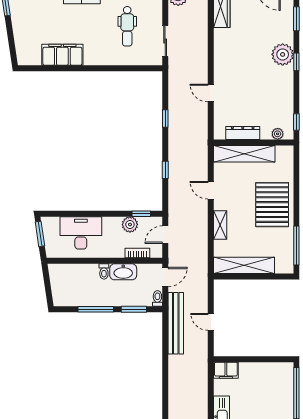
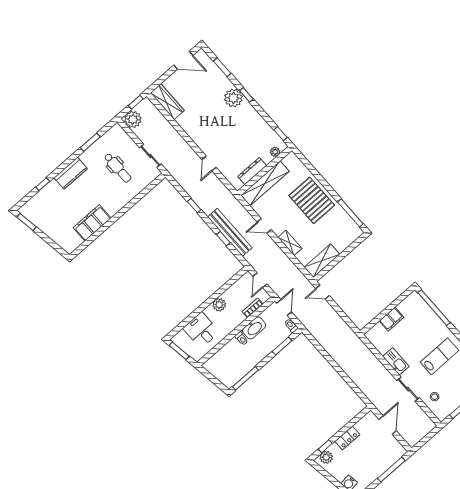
door: (211, 93) -> (209, 163), hinge flipped
window: (141, 214) -> (233, 280), removed
plant: (130, 224) -> (219, 305), moved
desk: (81, 233) -> (201, 330), width x0.73
shelving: (244, 265) -> (322, 261), width x0.68
window: (96, 309) -> (245, 378), moved
door: (211, 322) -> (323, 292), moved
bench: (176, 323) -> (230, 232), moved
filing cabinet: (226, 370) -> (391, 319), moved

